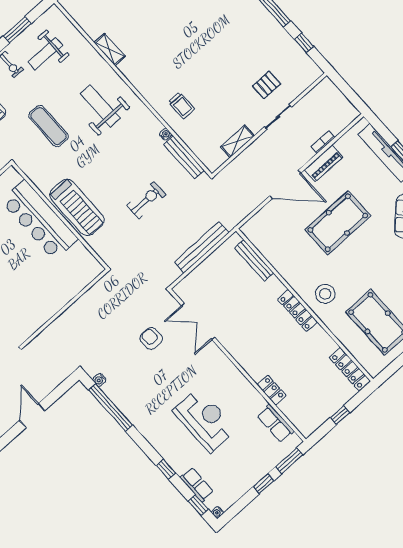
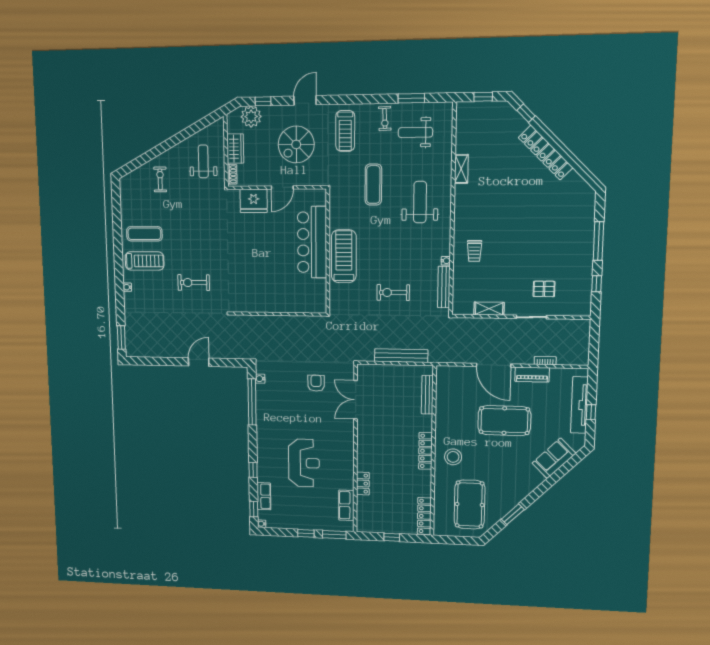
exercise bike: (146, 200) -> (393, 293), turned 180
treadmill: (77, 207) -> (344, 256), turned 180

